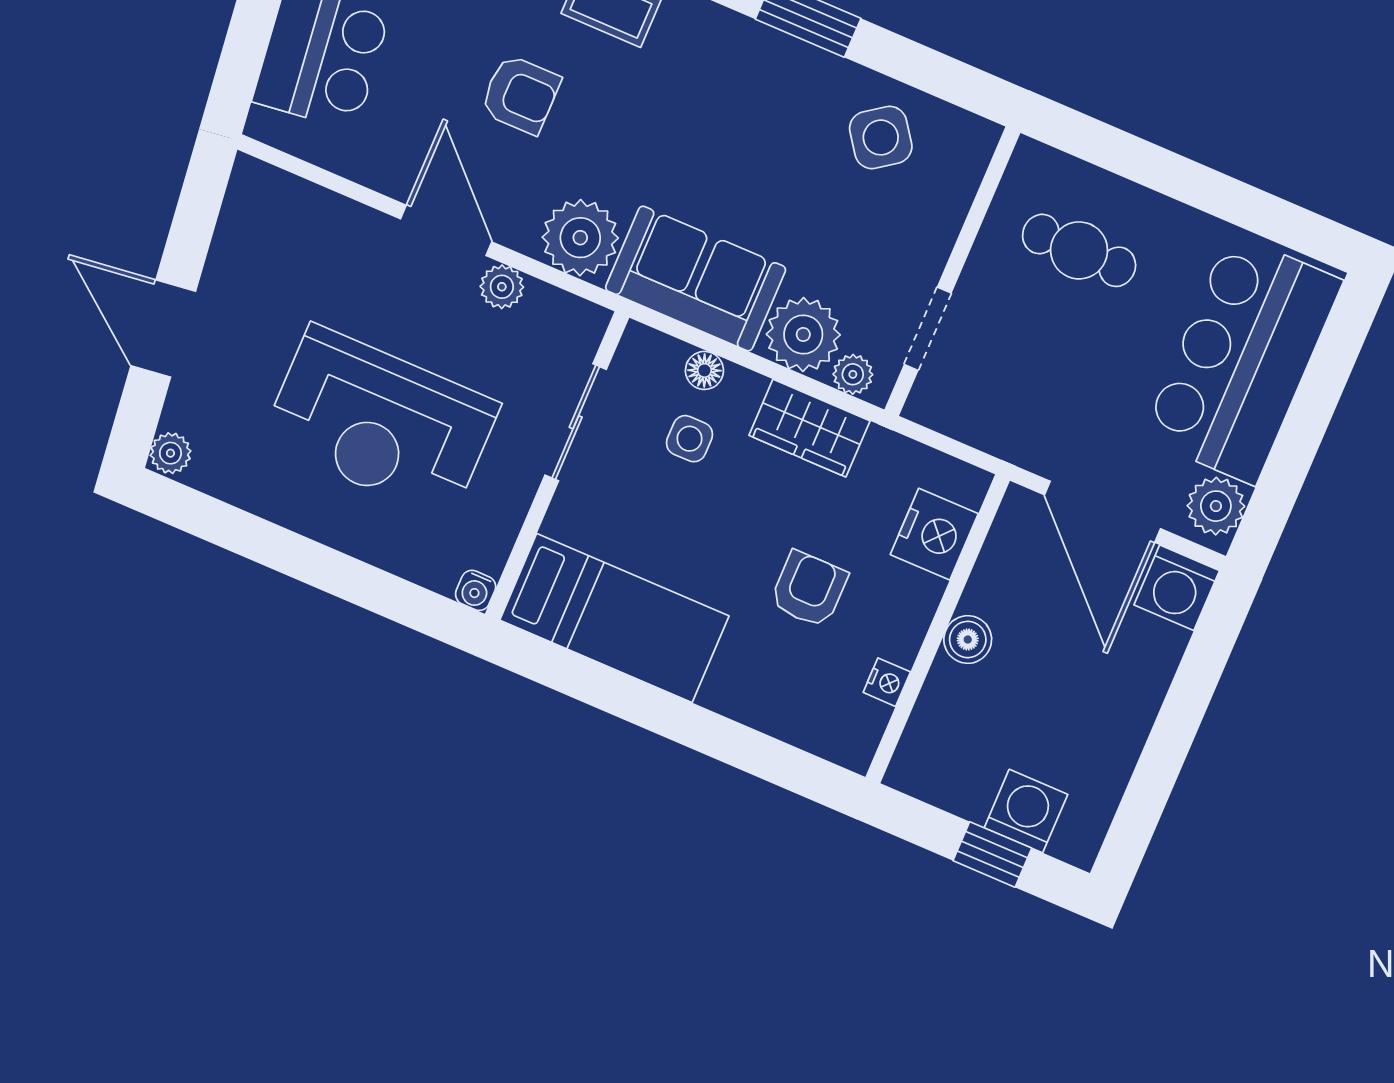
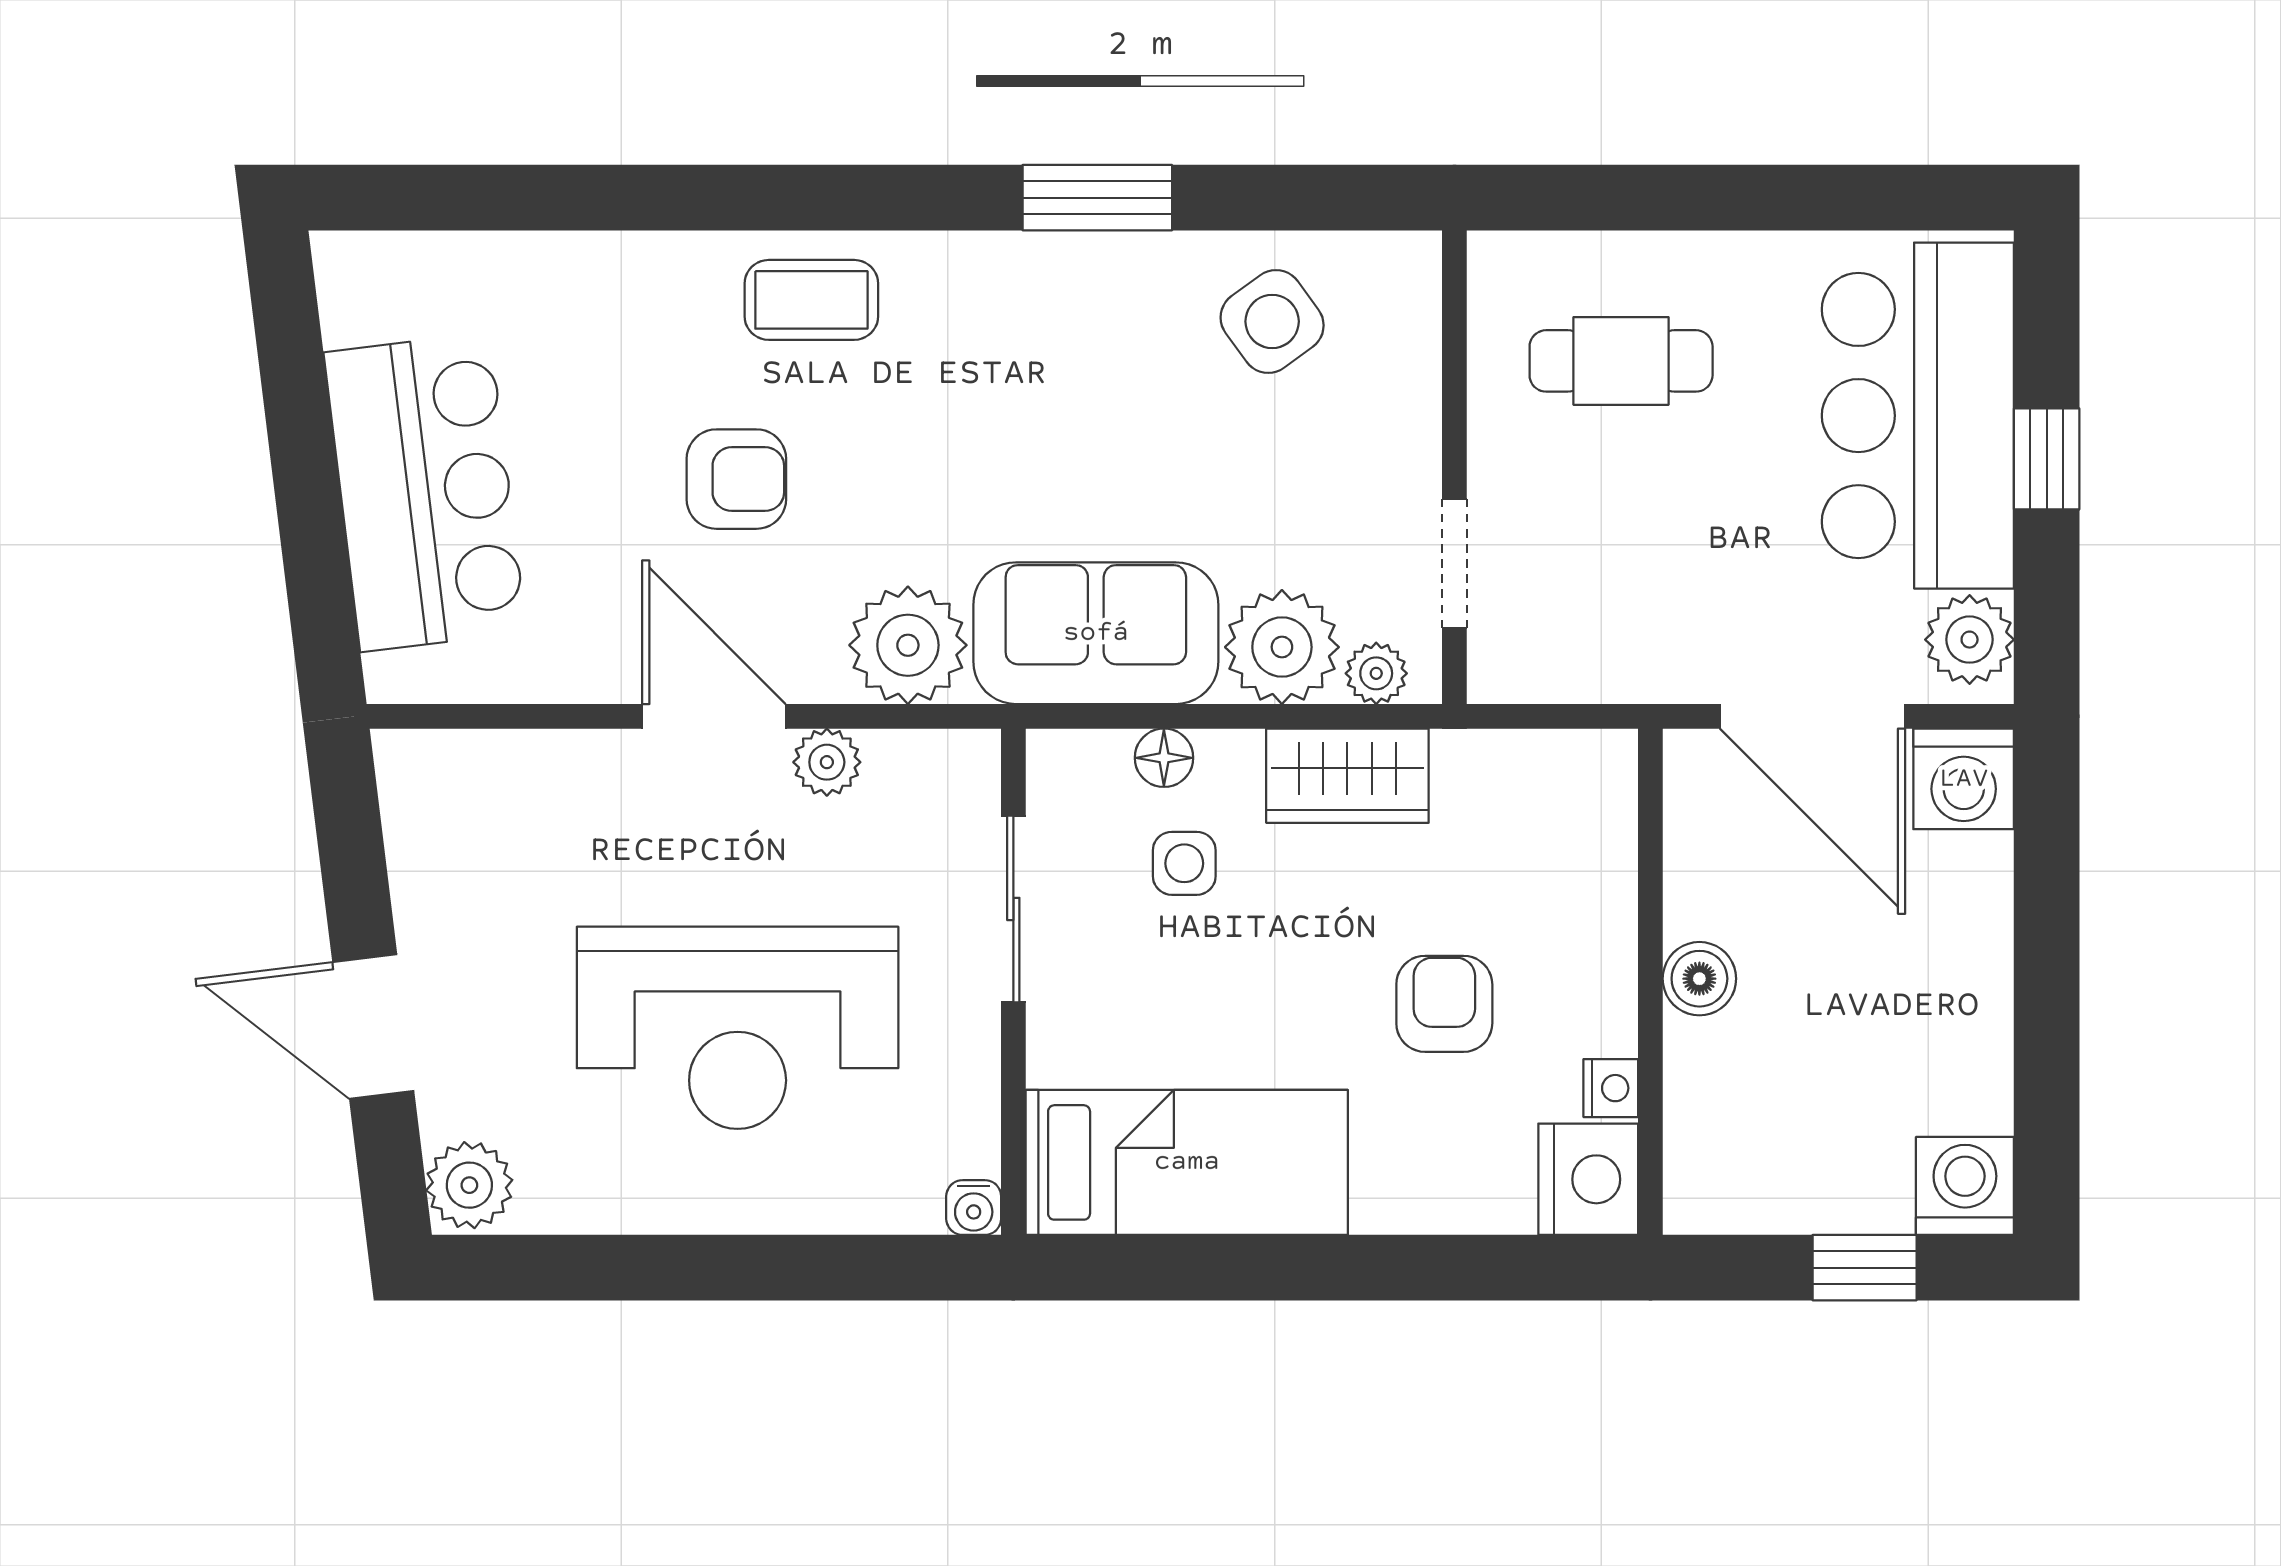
window: (1308, 418) -> (2047, 459), added
plant: (170, 453) -> (469, 1185), width x1.38, depth x1.38
nightstand: (934, 534) -> (1588, 1179), moved
washing machine: (1026, 811) -> (1965, 1186), moved

